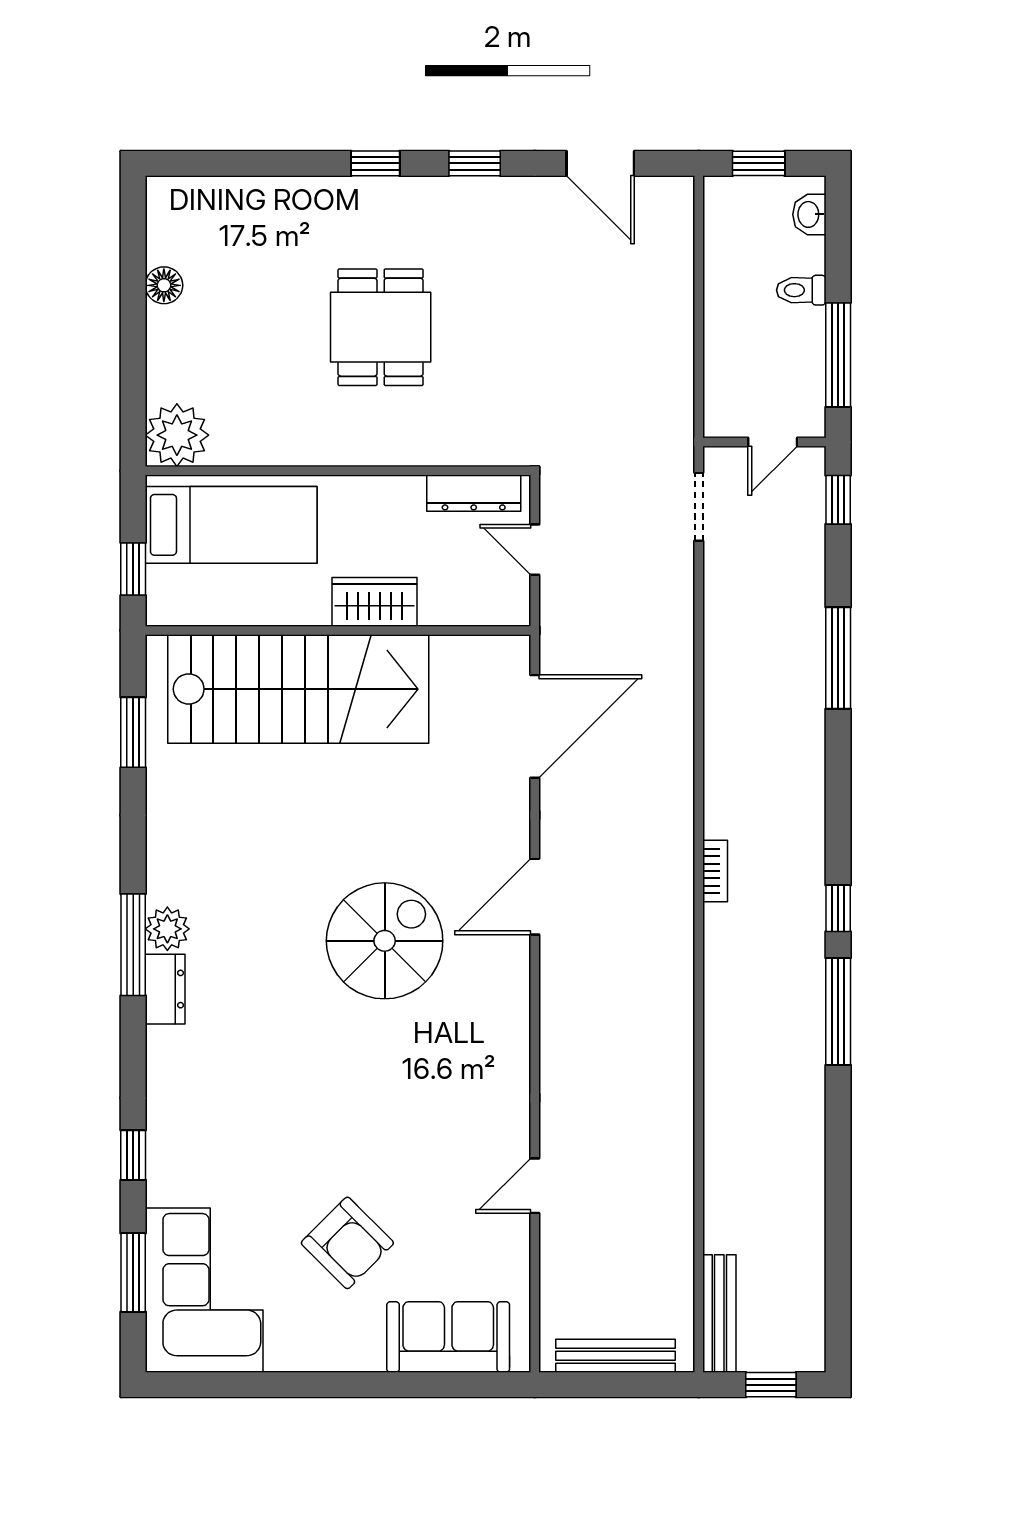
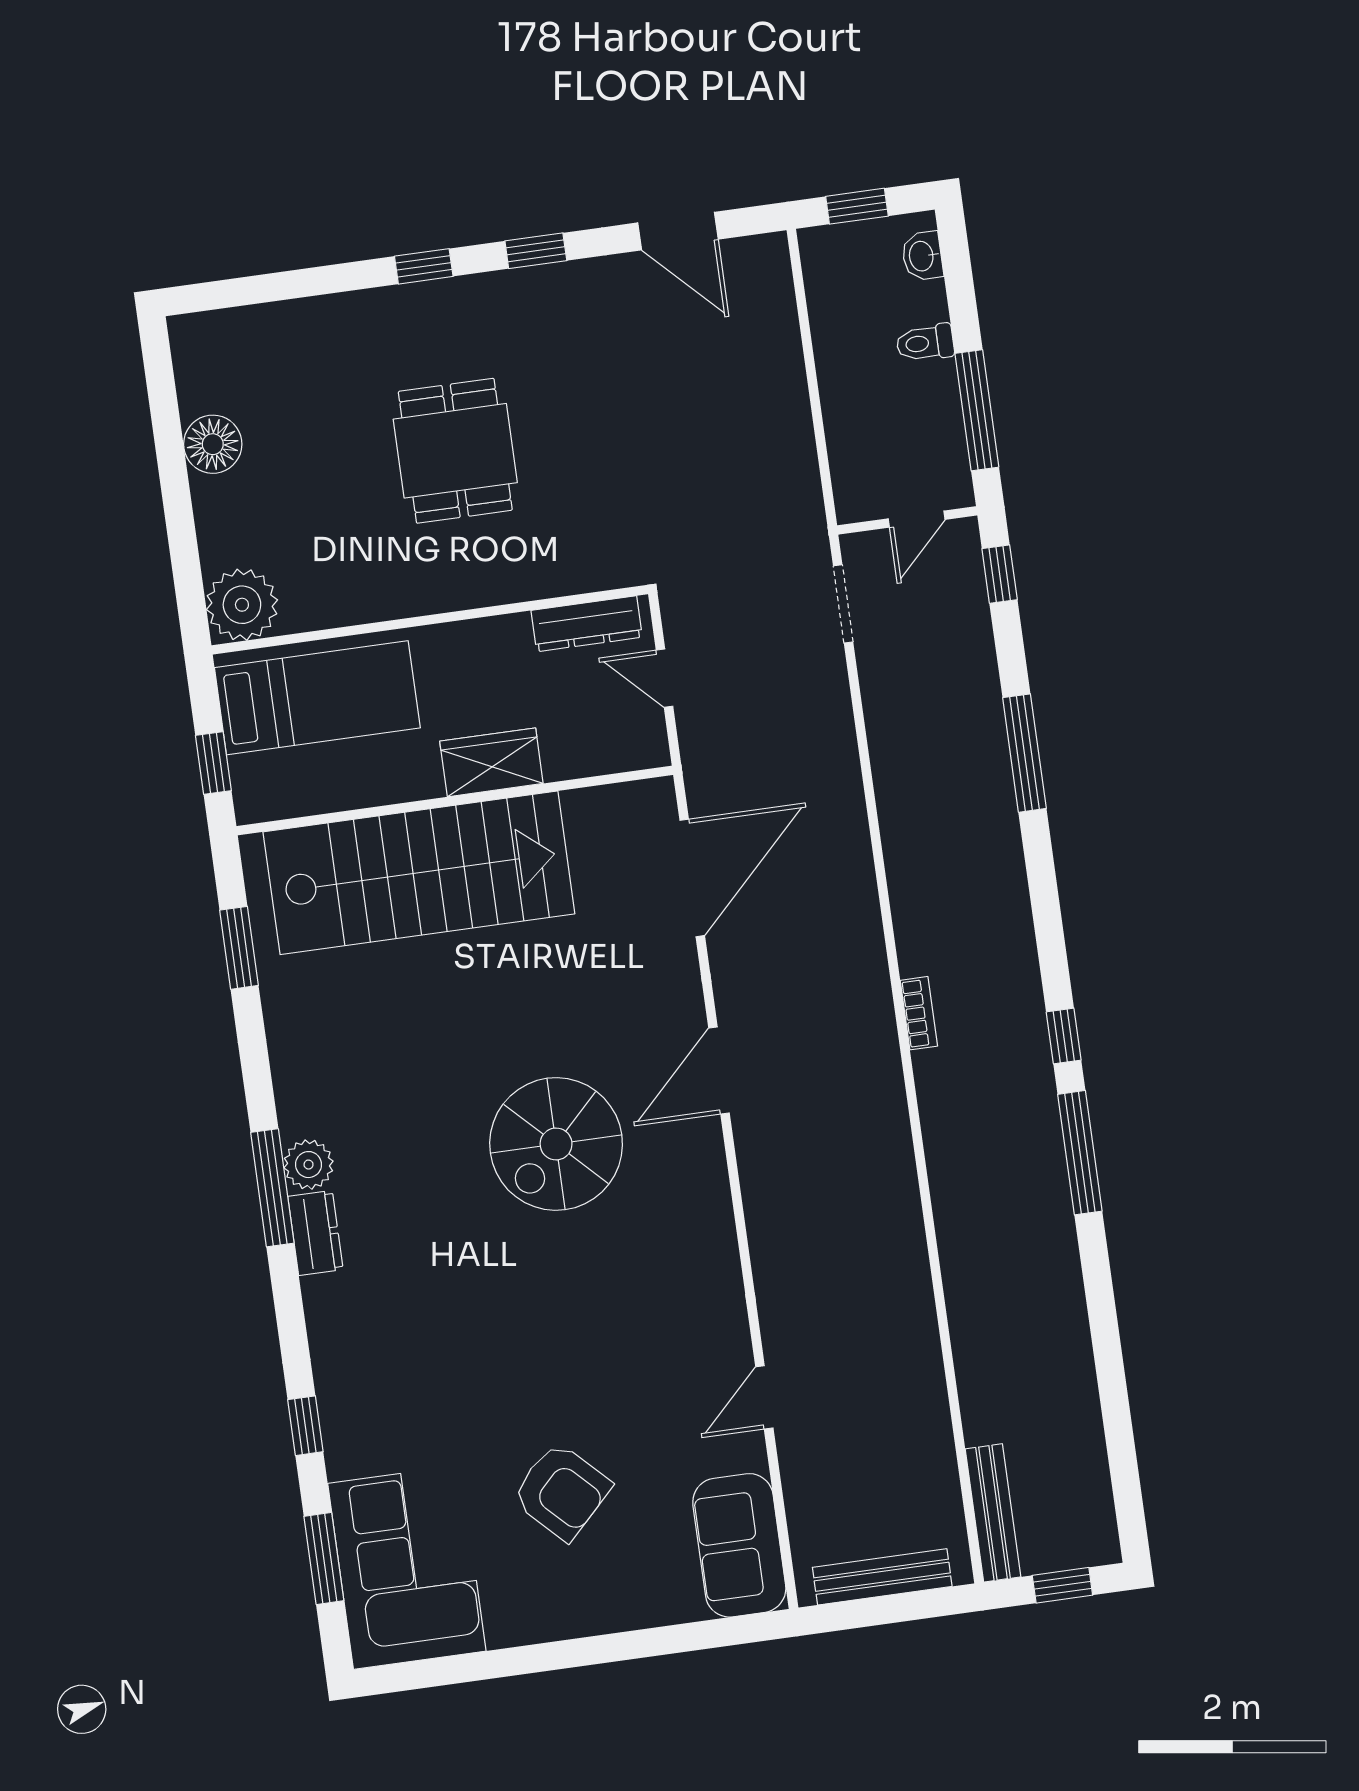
floor lamp: (164, 285) -> (213, 444), width x1.38, depth x1.38
spiral stairs: (385, 941) -> (556, 1144), turned 180
sofa: (448, 1337) -> (739, 1545), moved, turned -90

